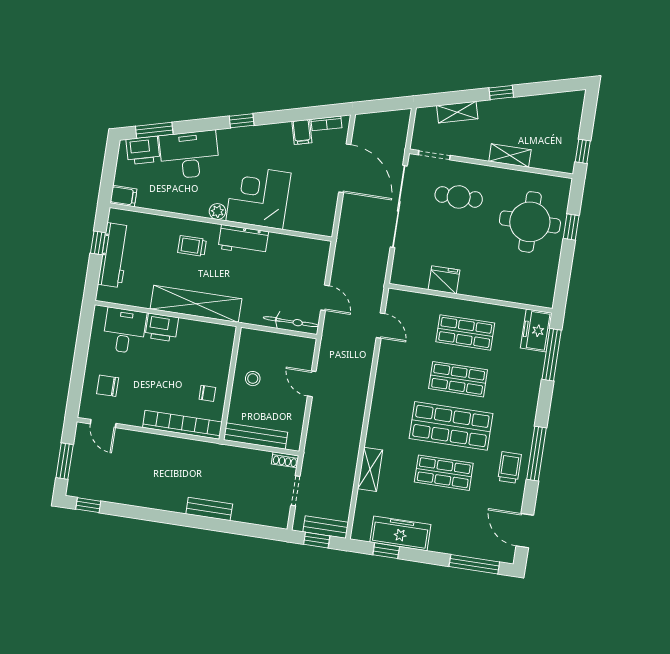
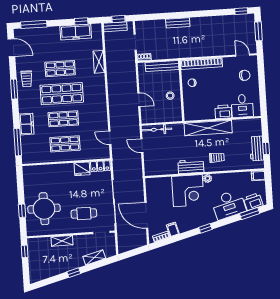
workbench: (114, 255) -> (257, 148), width x0.73
locker: (409, 277) -> (100, 166), added
freezer: (536, 330) -> (26, 124), moved
window: (536, 454) -> (14, 89), width x0.69

